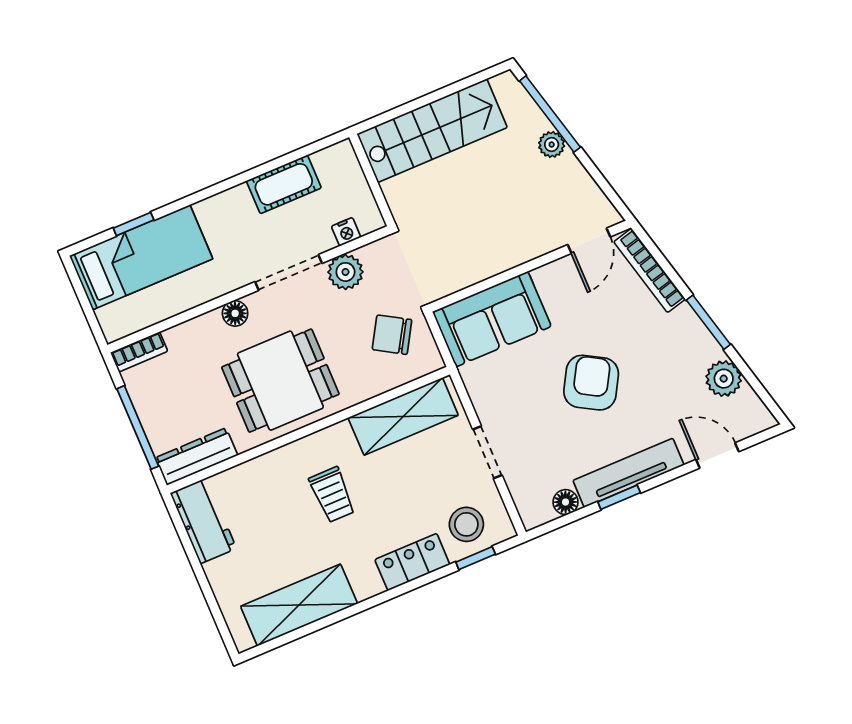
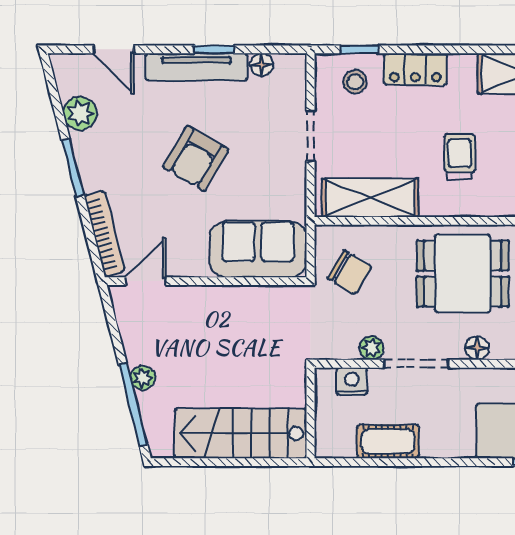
nightstand: (346, 232) -> (352, 381), width x1.39, depth x1.35
plant: (345, 272) -> (371, 348), width x0.73, depth x0.73
stool: (466, 524) -> (355, 82), width x0.73, depth x0.73

